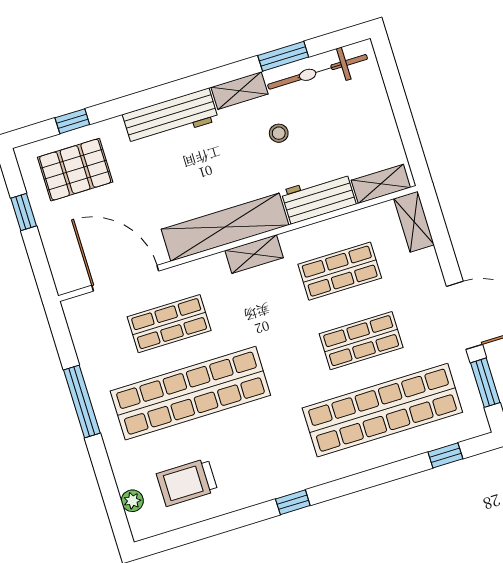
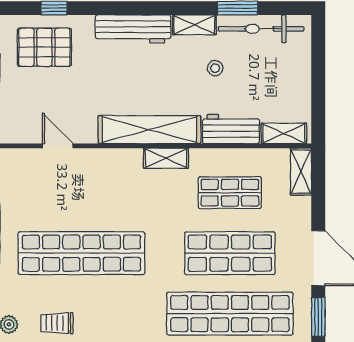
door: (125, 278) -> (58, 146), width x0.53
shop shelf: (169, 324) -> (81, 193), removed
shop shelf: (361, 341) -> (230, 253), width x1.43, depth x1.36
trolley: (187, 482) -> (57, 323), width x0.73, depth x0.72

